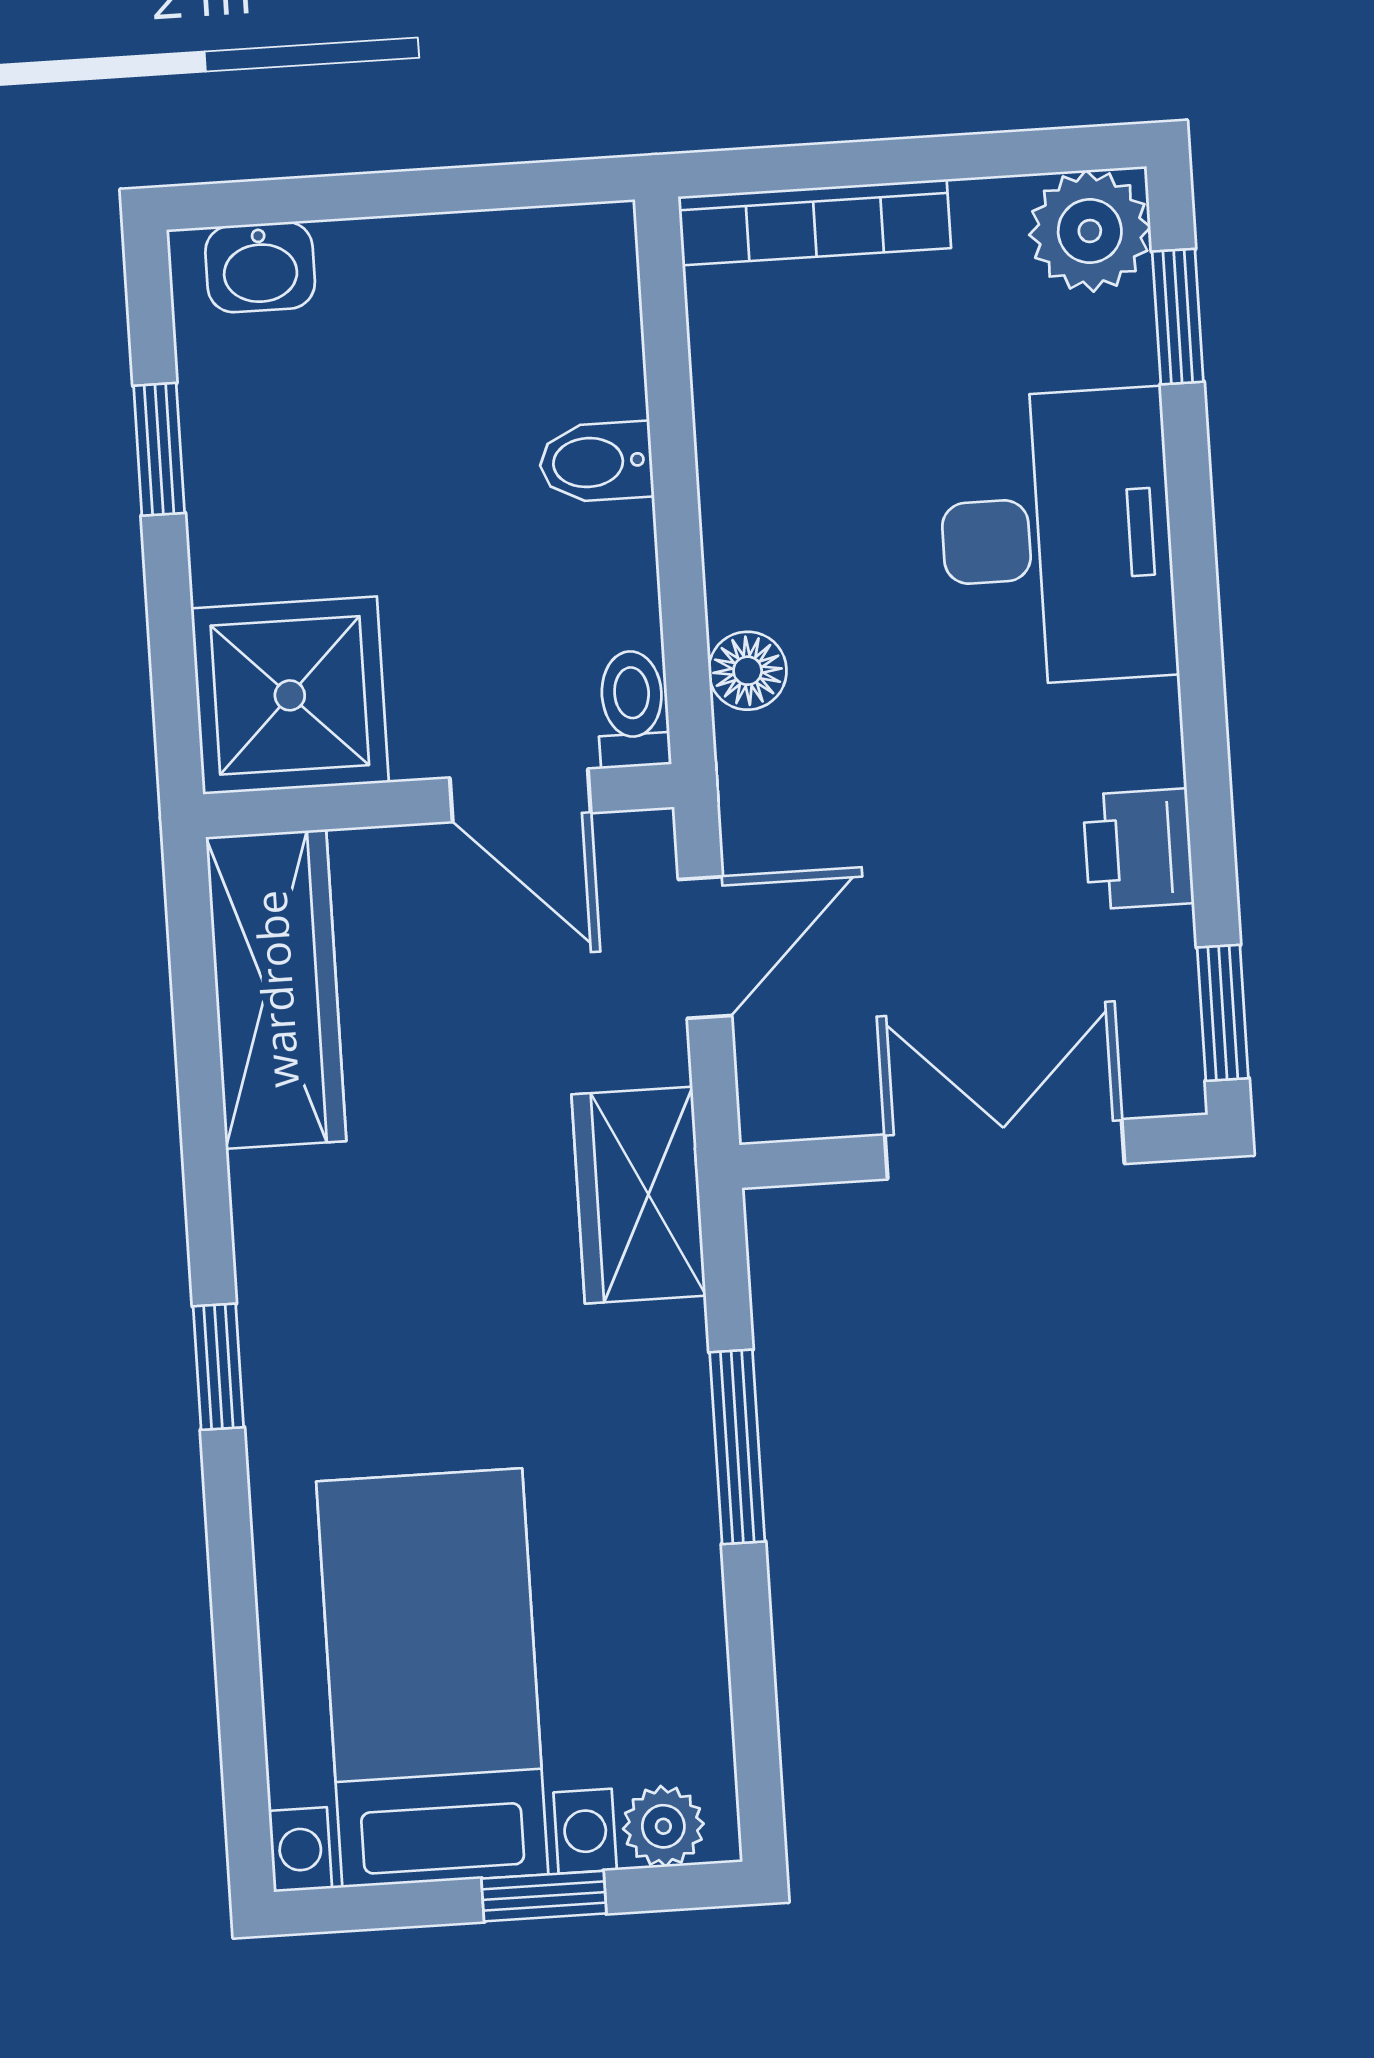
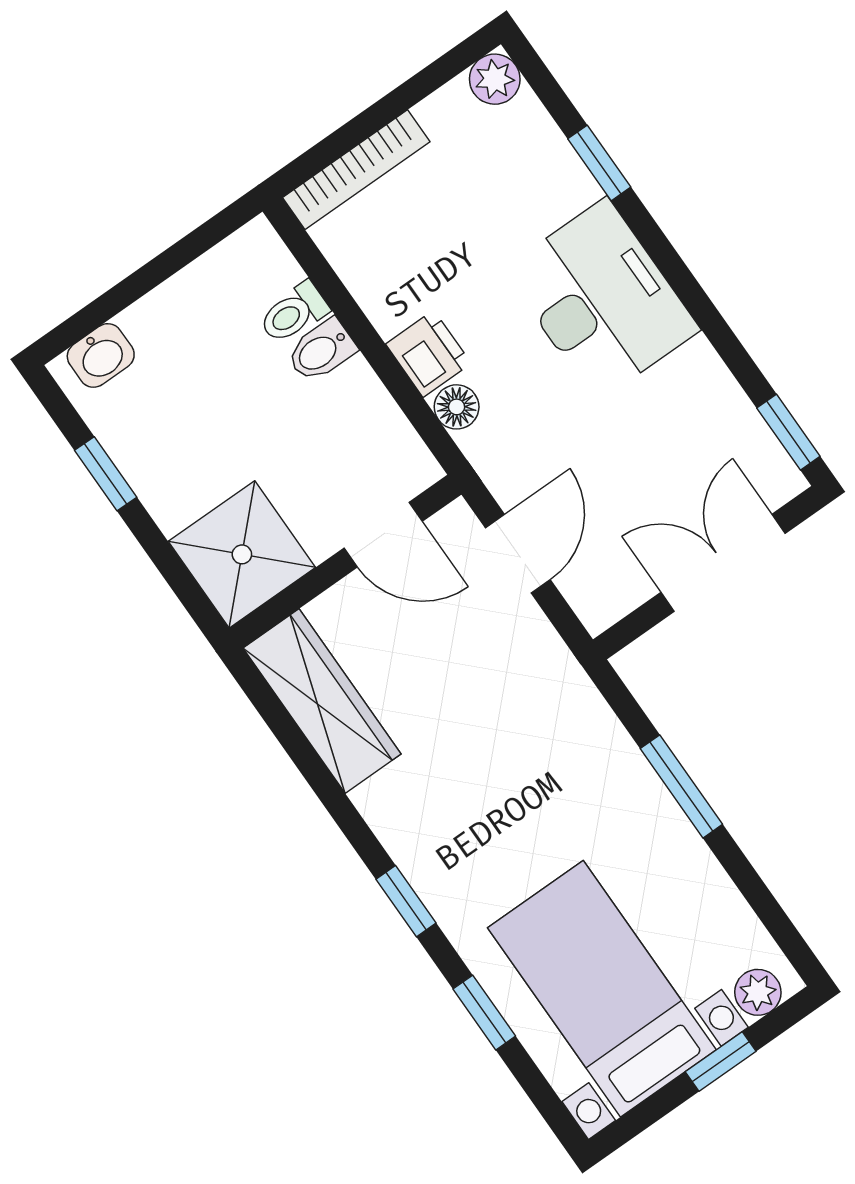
plant: (1090, 231) -> (495, 79), width x0.73, depth x0.73
window: (1178, 317) -> (599, 163), moved
desk: (1057, 537) -> (602, 300), moved
toilet: (633, 709) -> (294, 313), moved, turned -90
printer: (1138, 849) -> (428, 354), moved, turned 180
wardrobe: (639, 1195) -> (559, 693), removed
window: (234, 1606) -> (484, 1013), added

